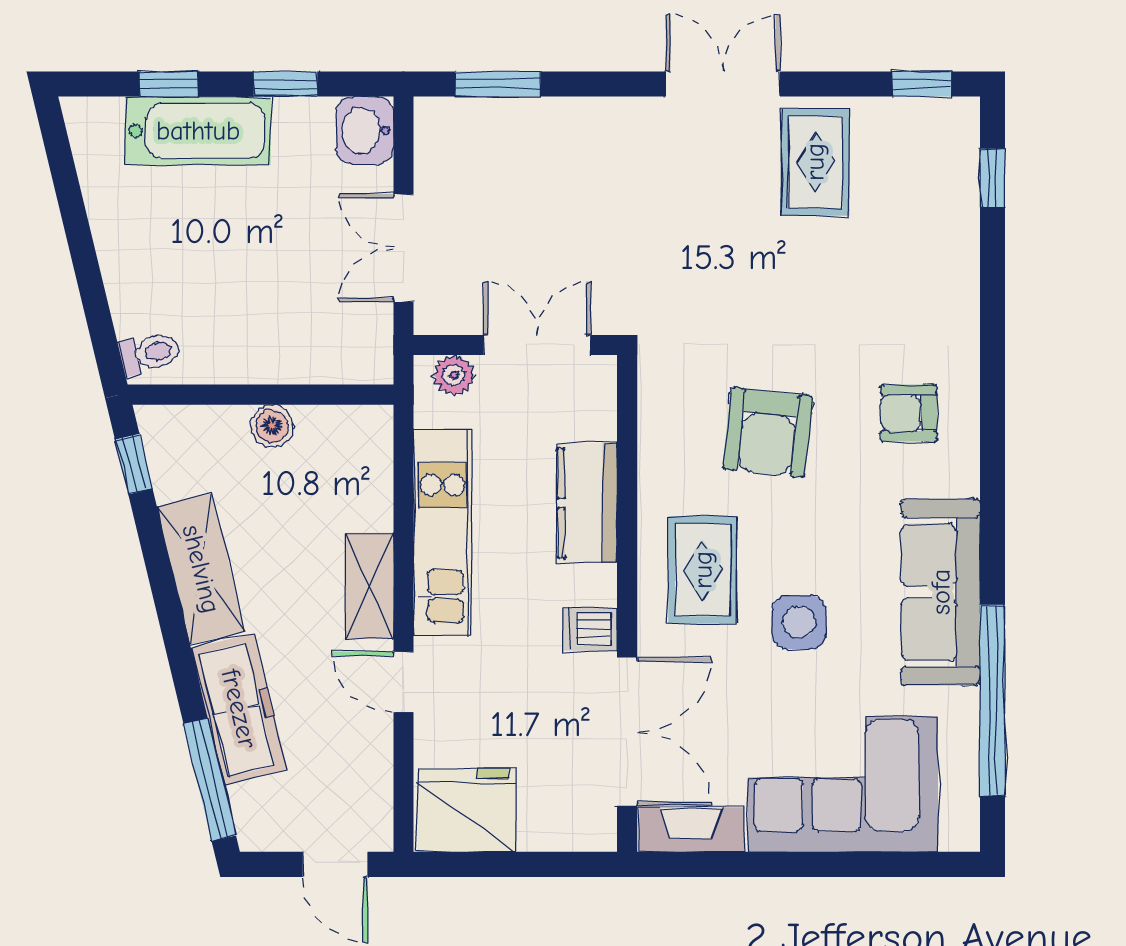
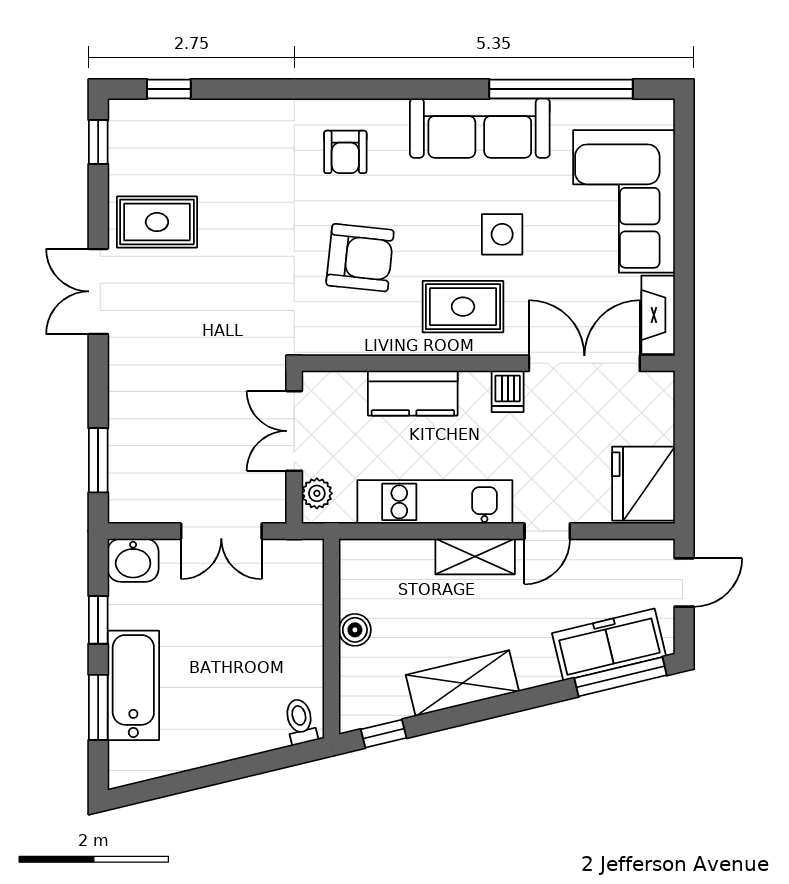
window: (169, 84) -> (98, 707), width x1.50
freezer: (239, 709) -> (609, 645), moved

